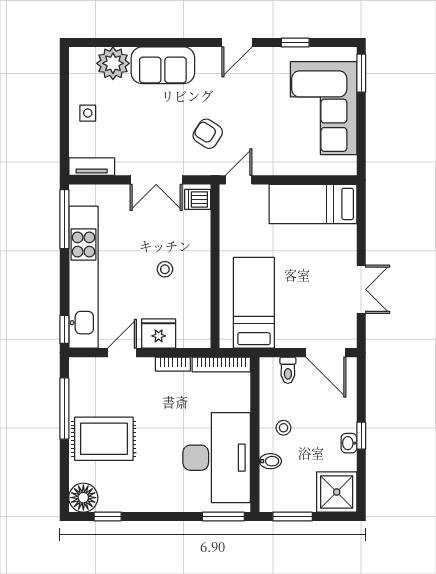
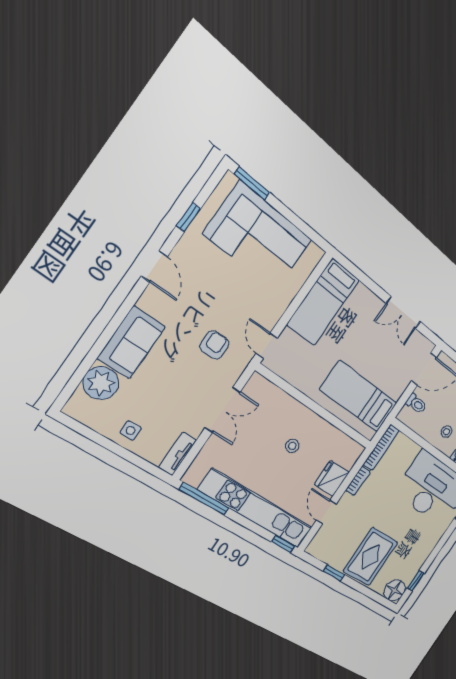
armchair: (208, 134) -> (214, 345), turned 147
dishwasher: (198, 199) -> (259, 388), removed
double door: (361, 289) -> (403, 312), swing flipped
window: (64, 408) -> (334, 573), width x0.46

